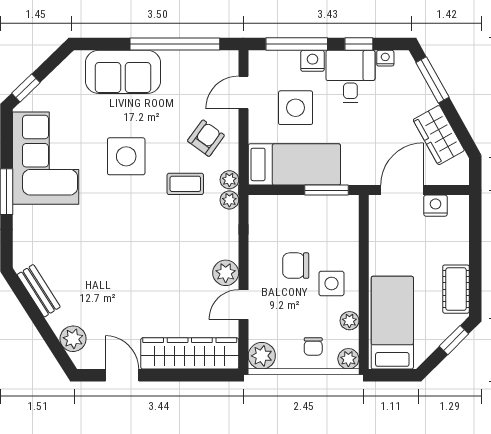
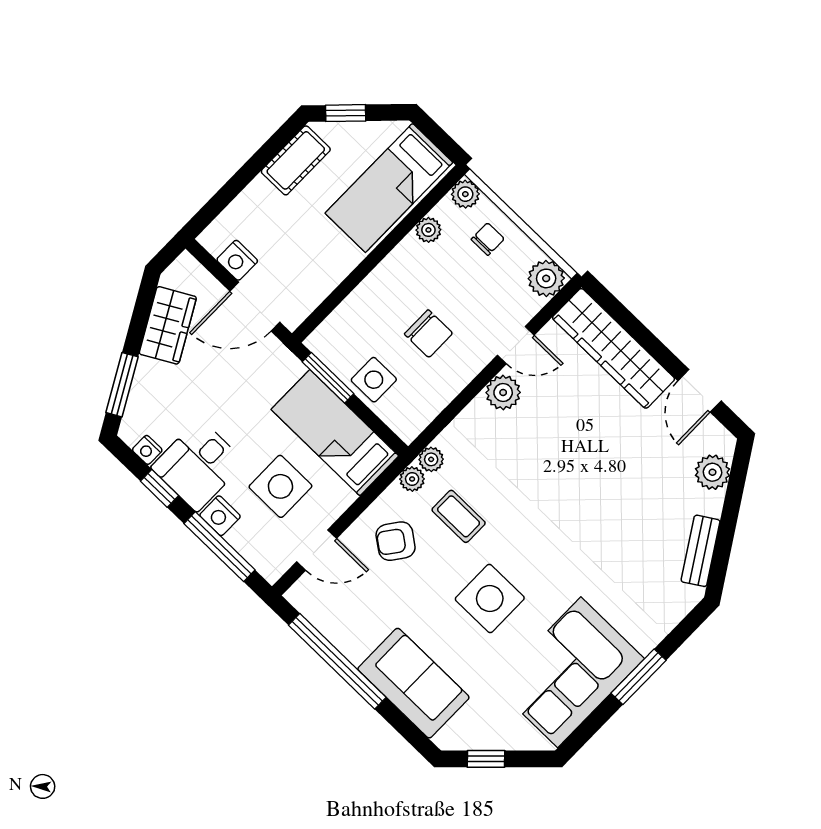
window: (26, 88) -> (486, 759), moved
side table: (331, 283) -> (374, 380), moved

